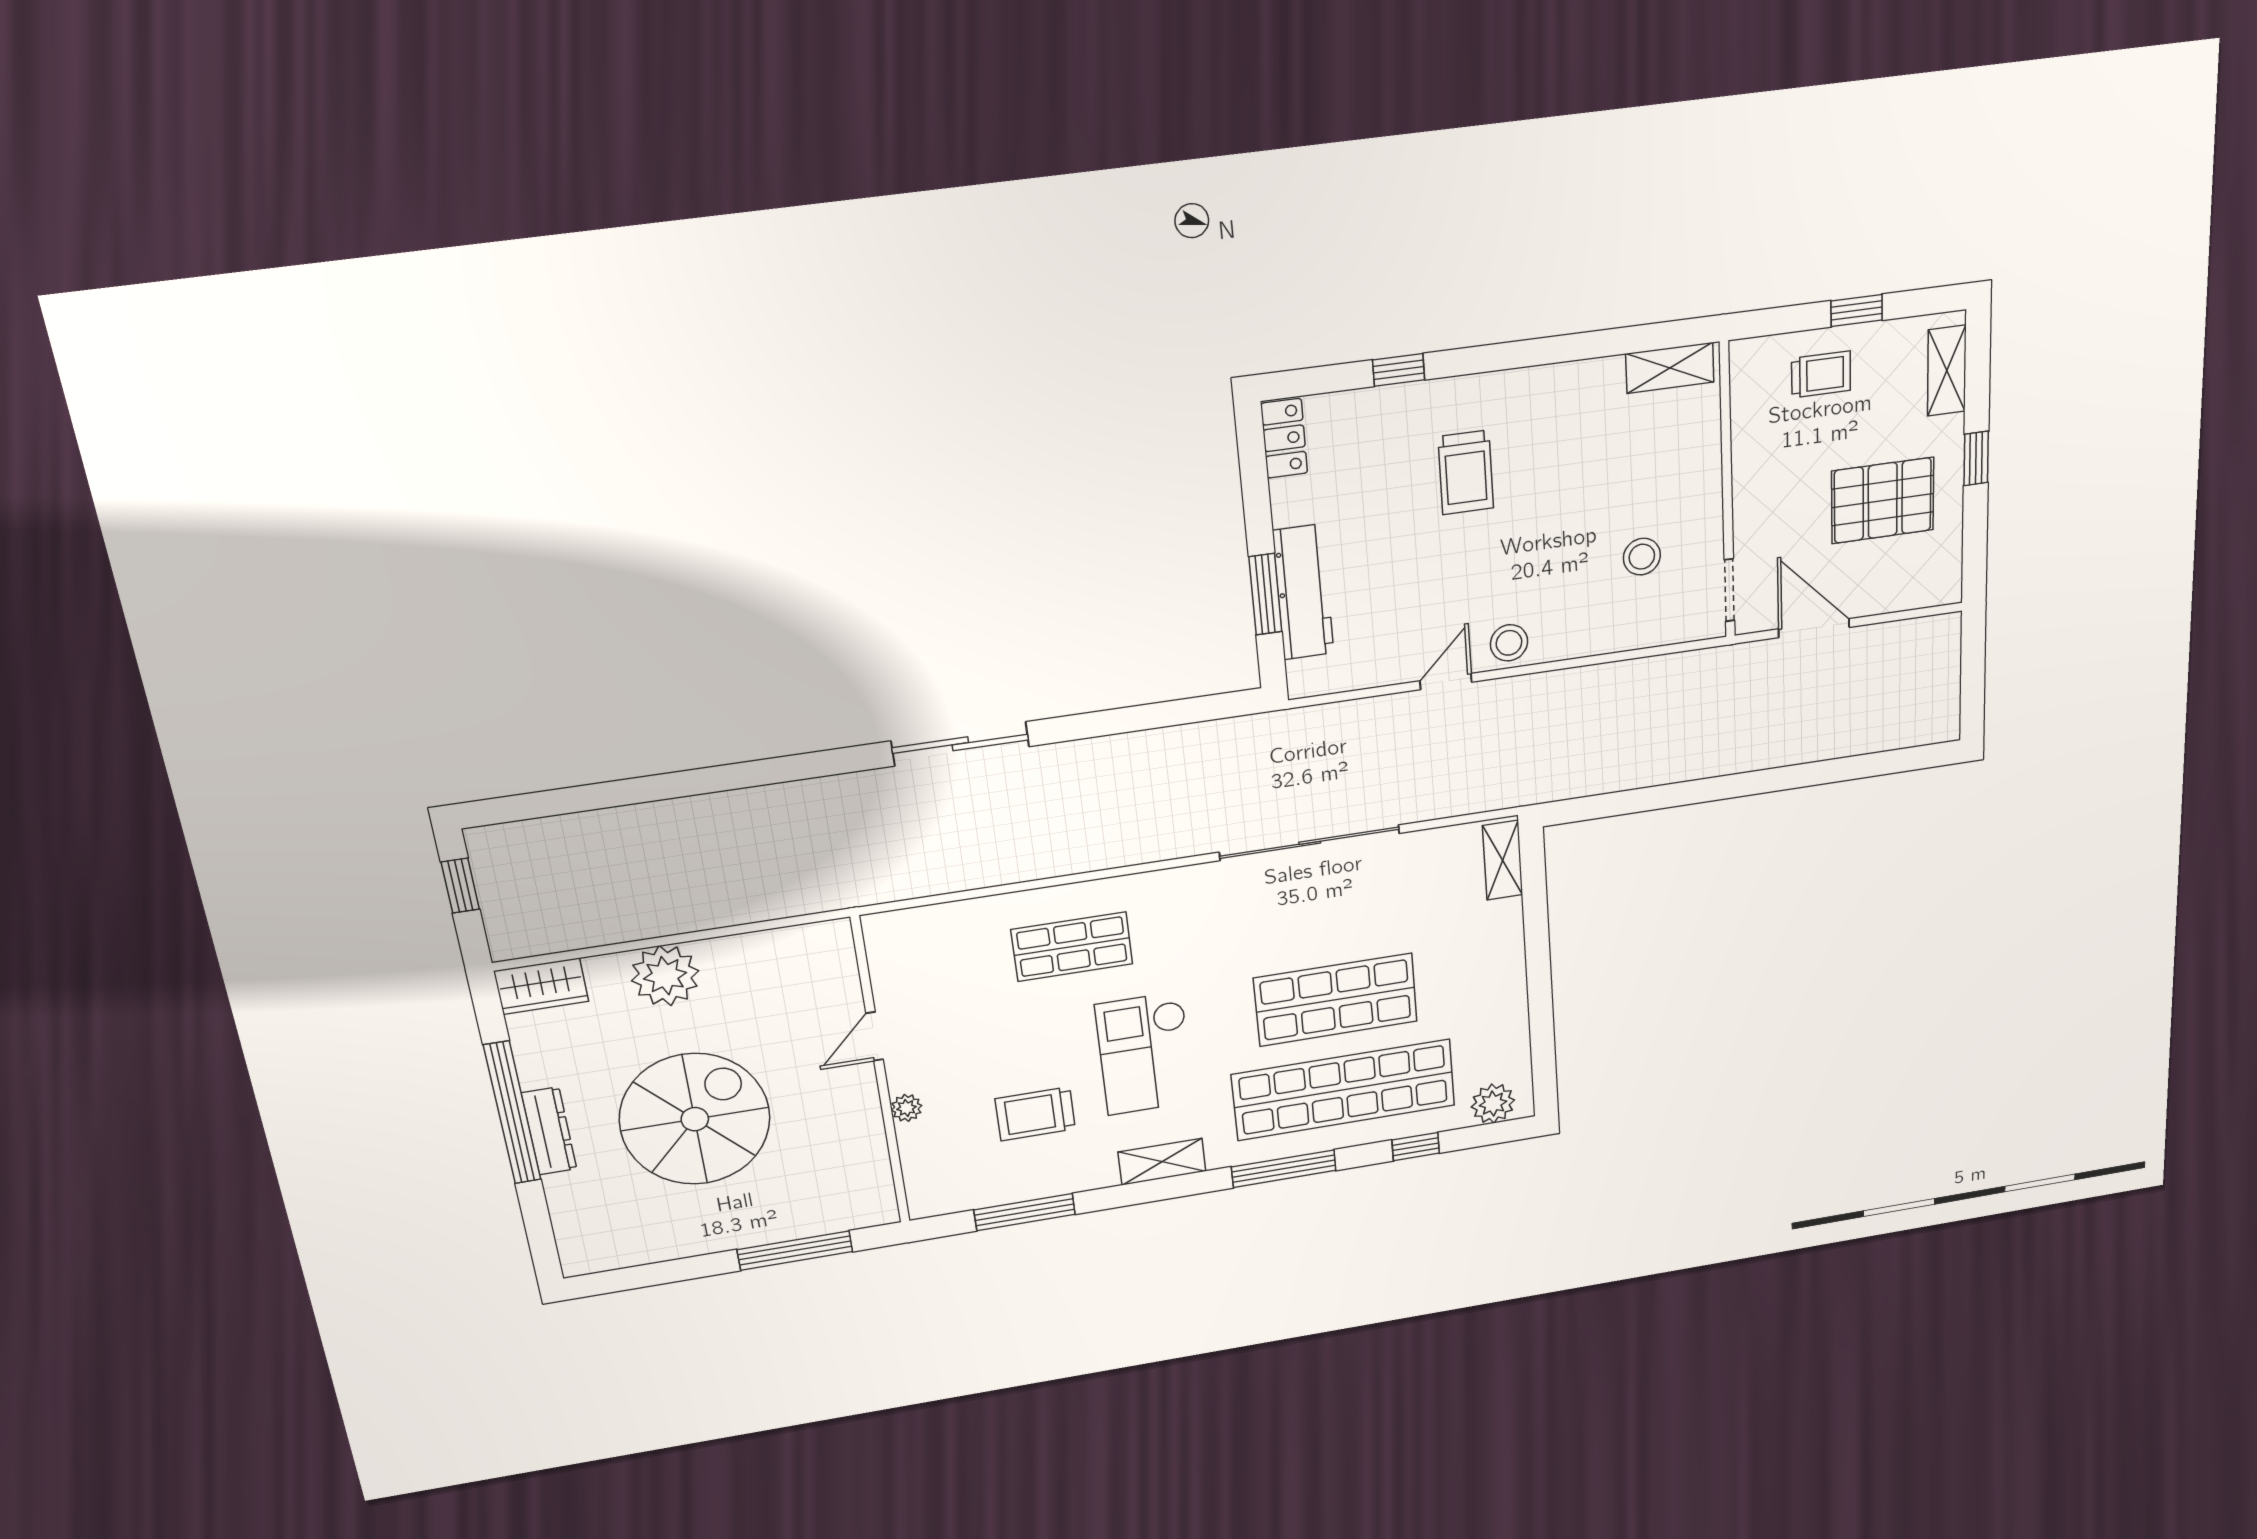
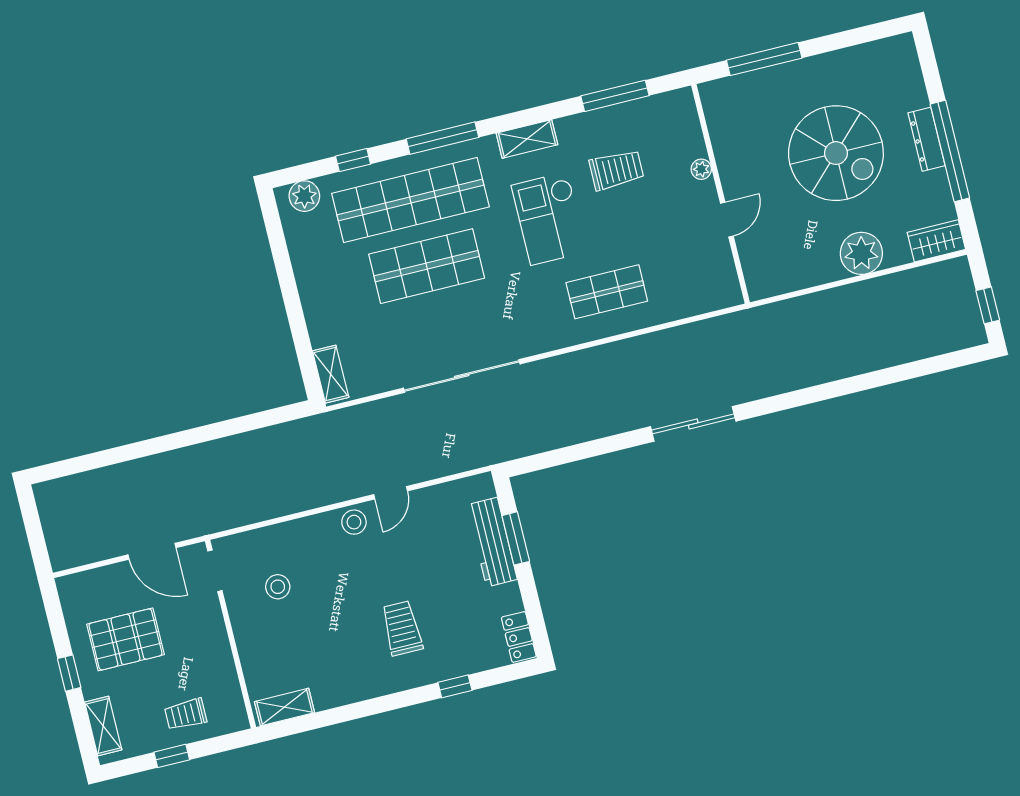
checkout: (1145, 1054) -> (549, 219), turned 180
spiral stairs: (695, 1119) -> (836, 153), turned -90

